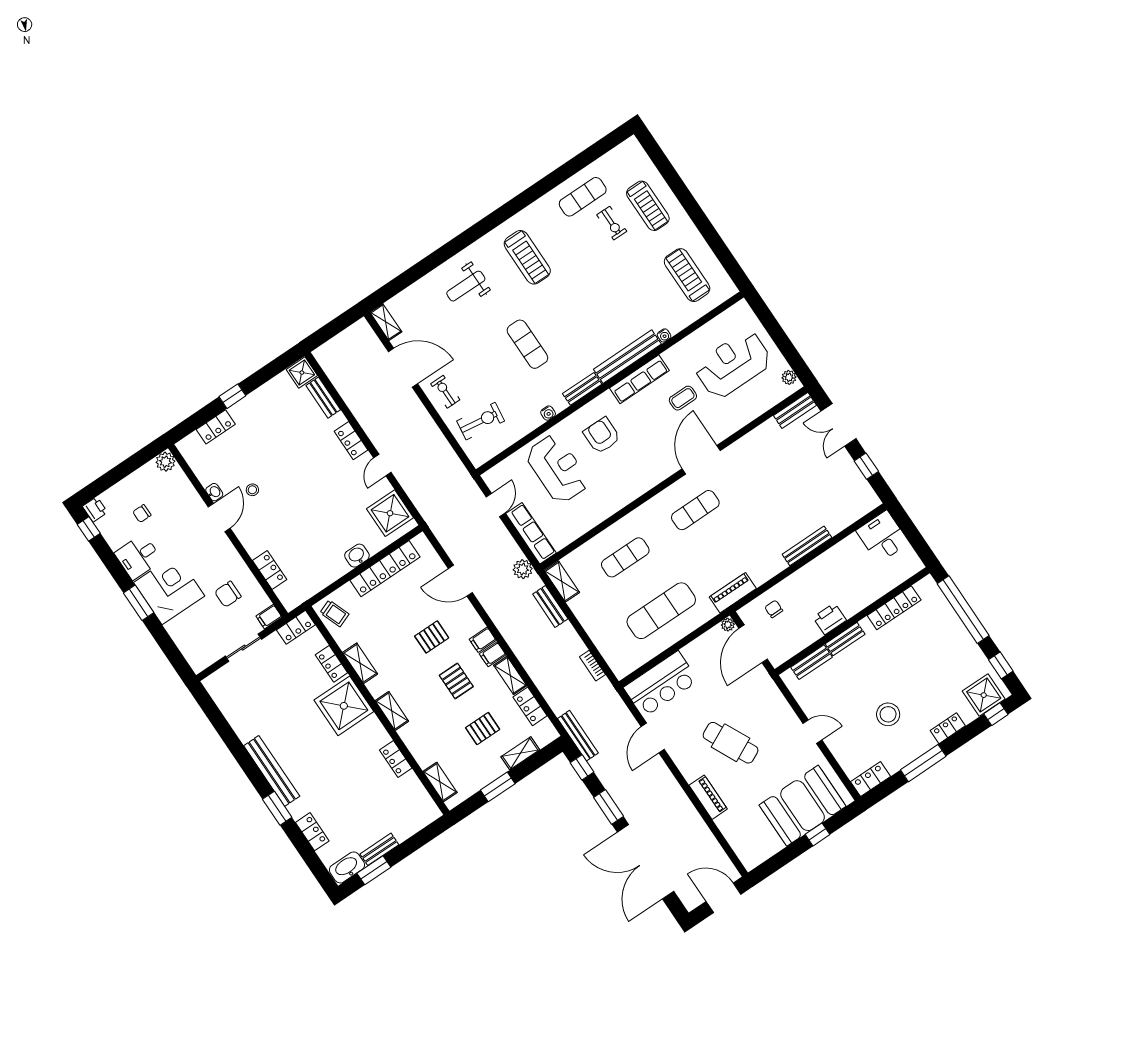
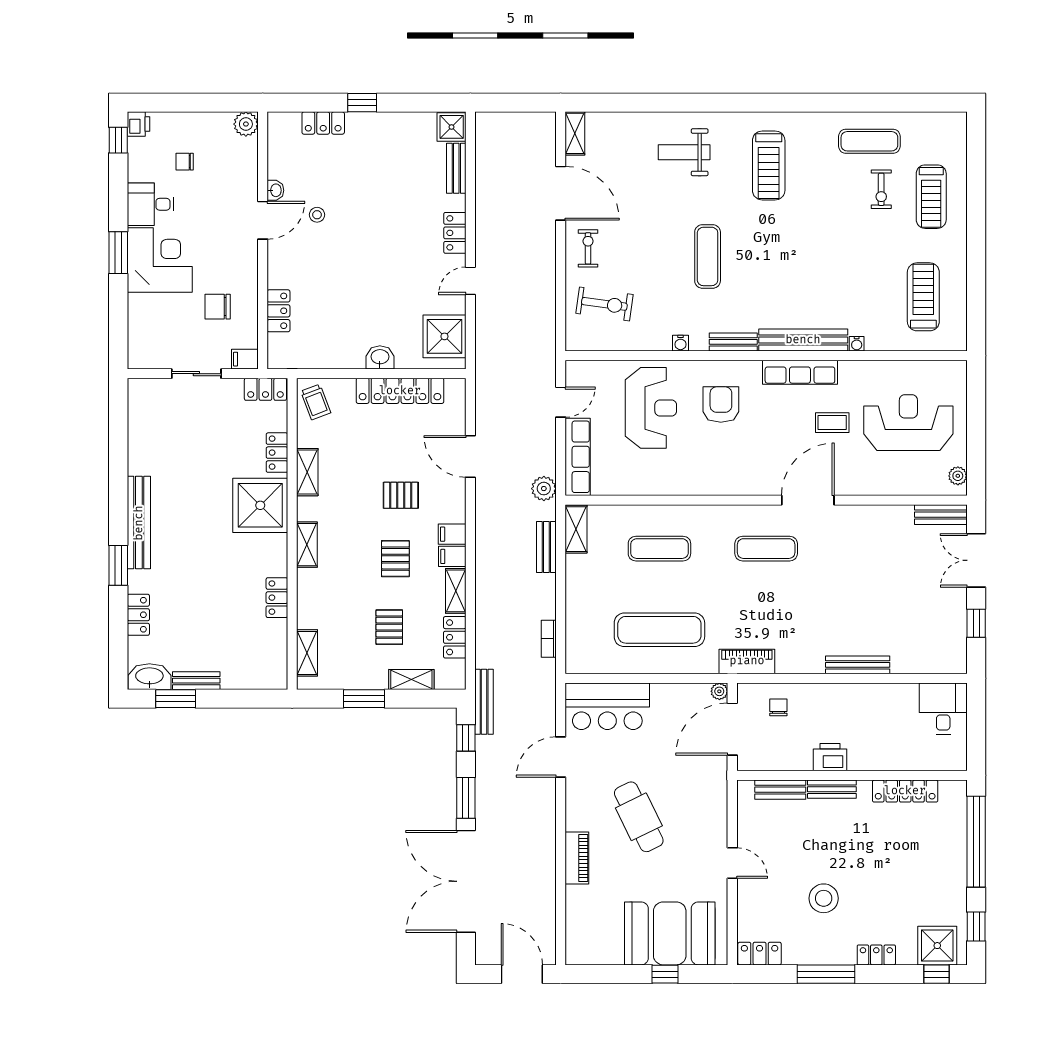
pallet: (483, 729) -> (389, 627), turned 90

